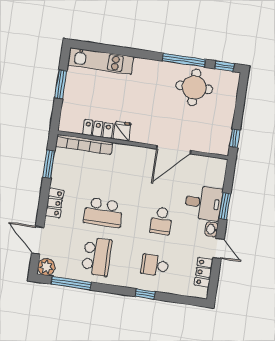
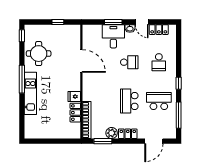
window: (184, 60) -> (22, 79), moved
kitchen unit: (101, 61) -> (30, 93), moved
window: (61, 84) -> (49, 141), removed
window: (235, 138) -> (58, 22), moved
school desk: (103, 212) -> (129, 101), turned 180
door: (219, 248) -> (142, 22), swing flipped
plant: (46, 267) -> (112, 133), moved
window: (145, 294) -> (179, 83), moved

